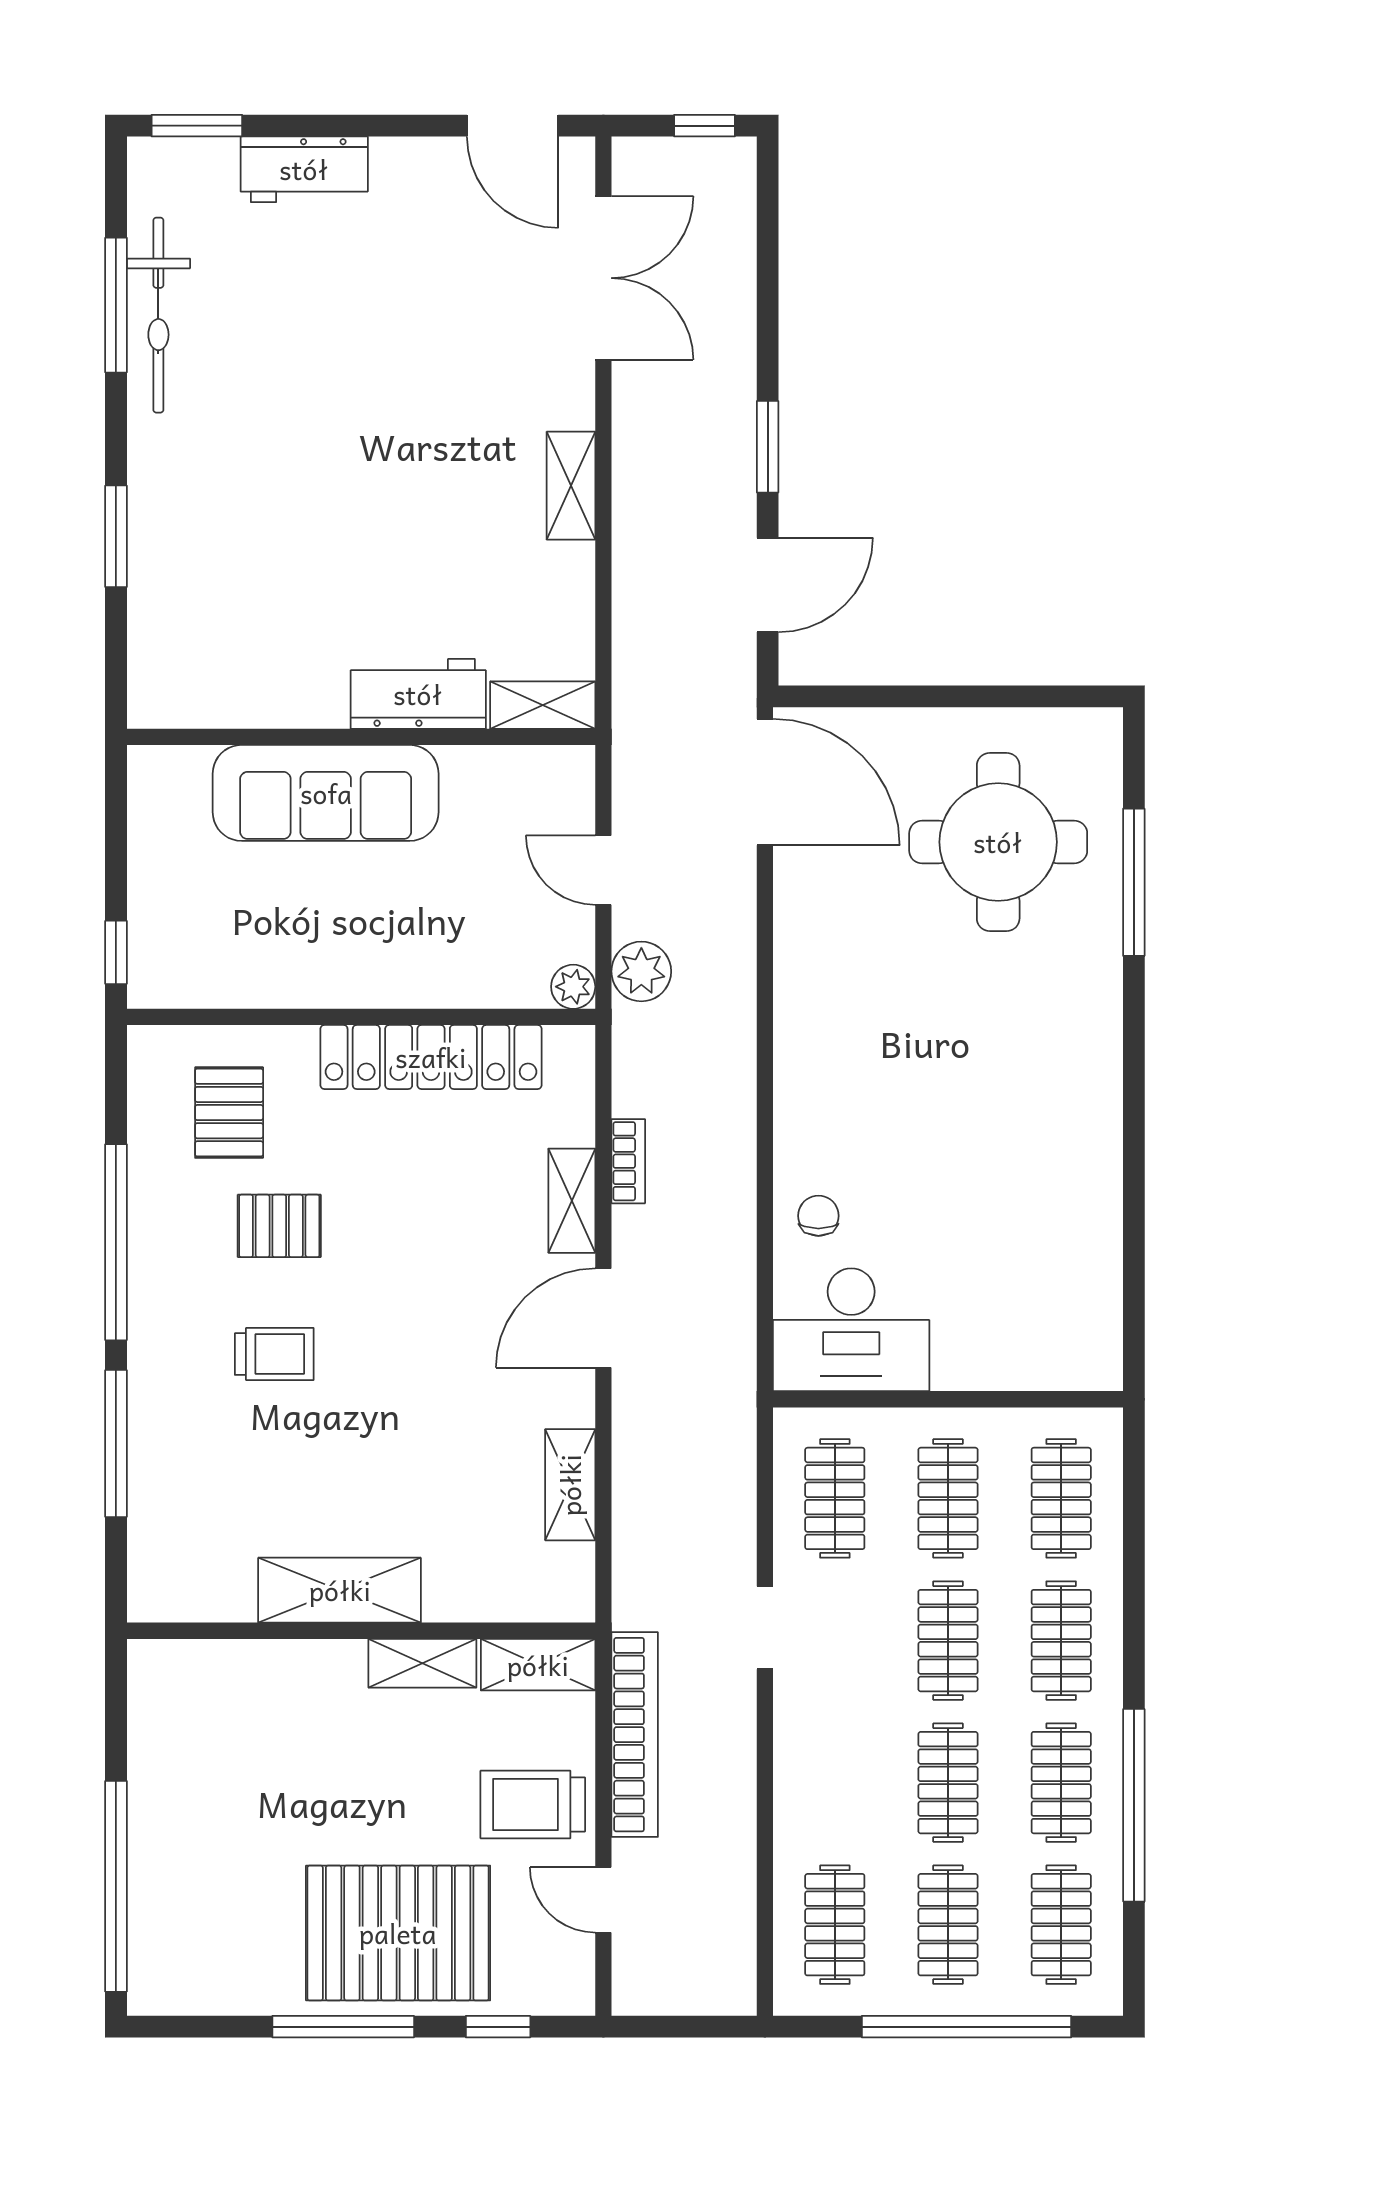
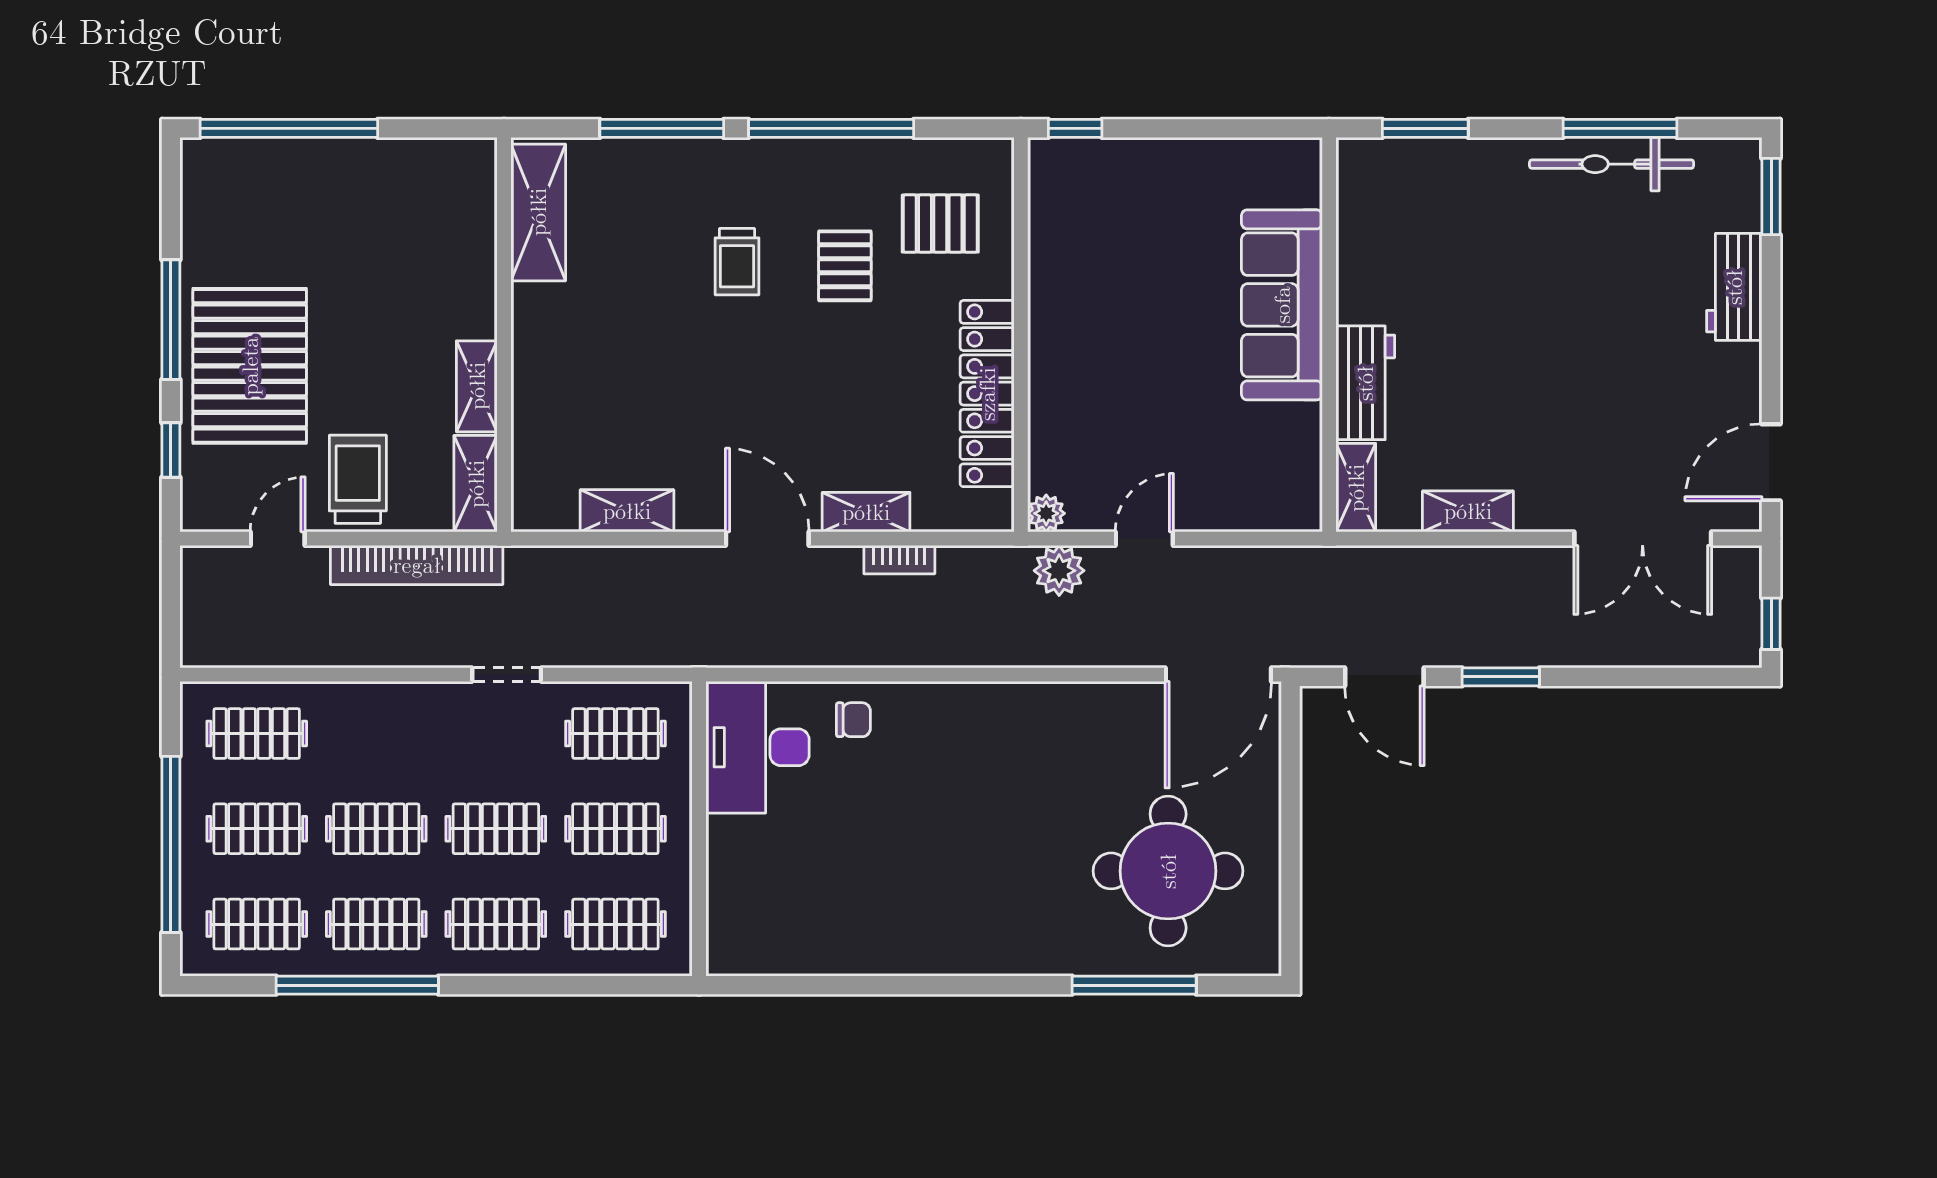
workbench: (418, 694) -> (1365, 383), moved
shelving: (543, 705) -> (1356, 488), moved
wall: (361, 737) -> (1329, 335), moved
sofa: (326, 793) -> (1282, 305), moved
shelving: (340, 1590) -> (538, 212), moved

